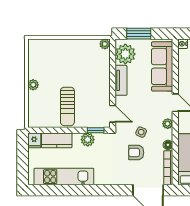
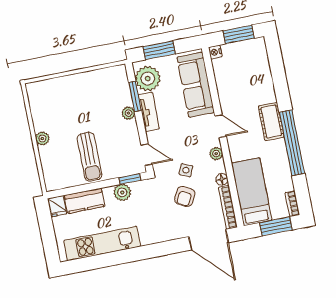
plant: (105, 44) -> (128, 113), moved
window: (113, 66) -> (135, 96), added
armchair: (136, 153) -> (185, 196), turned -62

